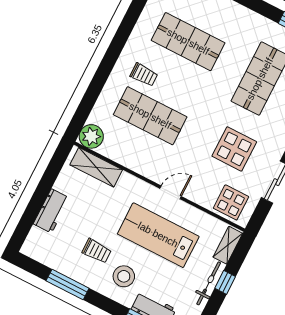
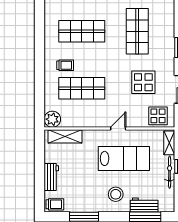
lab bench: (158, 235) -> (124, 158), turned 180
trolley: (97, 251) -> (55, 204), moved

